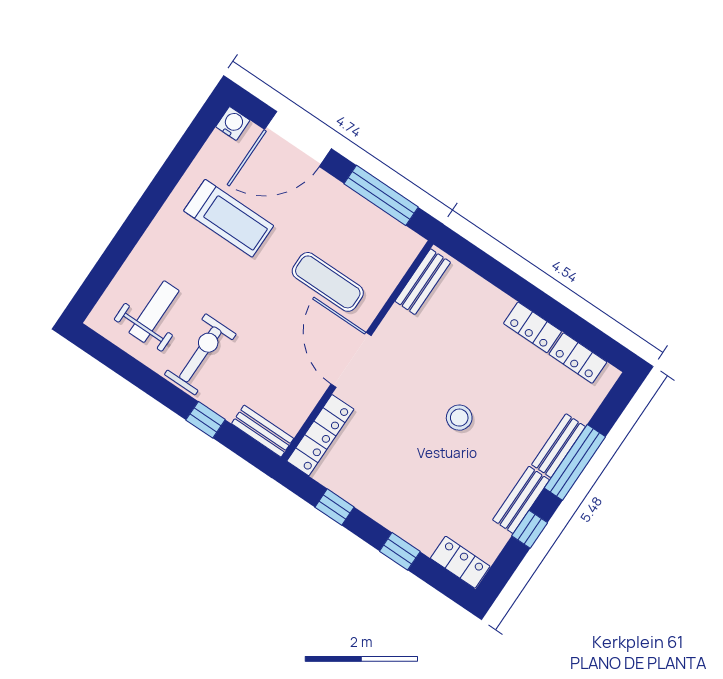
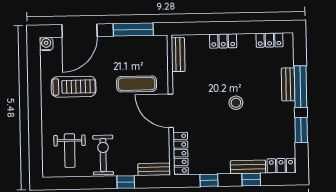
weight bench: (154, 312) -> (70, 151), turned 180
locker: (533, 327) -> (223, 41), moved
bench: (521, 500) -> (248, 167), moved, turned 90
window: (530, 529) -> (301, 130), width x1.50

